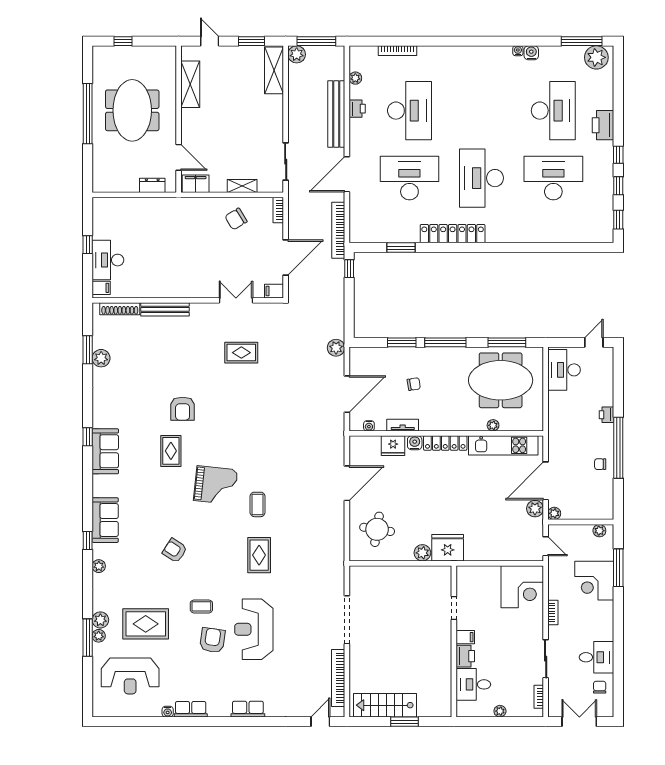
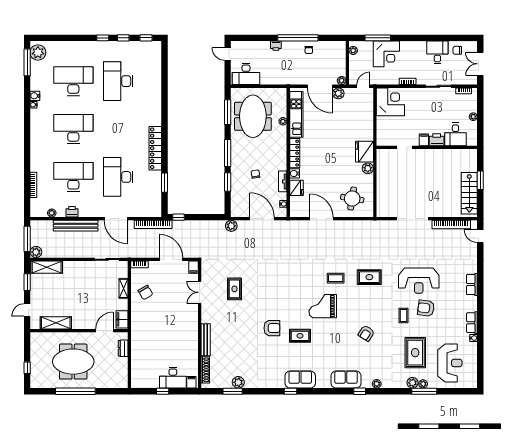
printer: (603, 125) -> (83, 48), removed
desk: (481, 178) -> (73, 129), moved, turned 180
grand piano: (216, 485) -> (323, 306), turned -96

